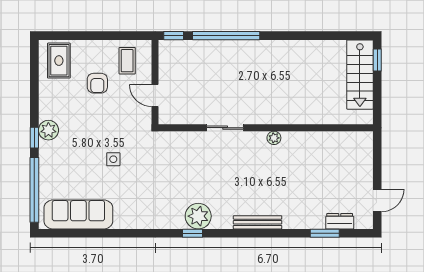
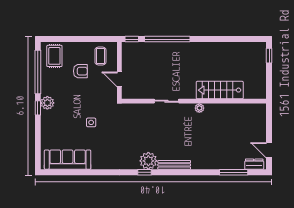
stairs: (360, 75) -> (220, 90), moved, turned 90
armchair: (97, 83) -> (80, 71), turned -90
window: (34, 190) -> (38, 72), moved
door: (377, 200) -> (269, 150), swing flipped
dresser: (340, 221) -> (254, 164), moved
bench: (258, 222) -> (174, 165), moved
window: (325, 233) -> (234, 172), width x1.44

